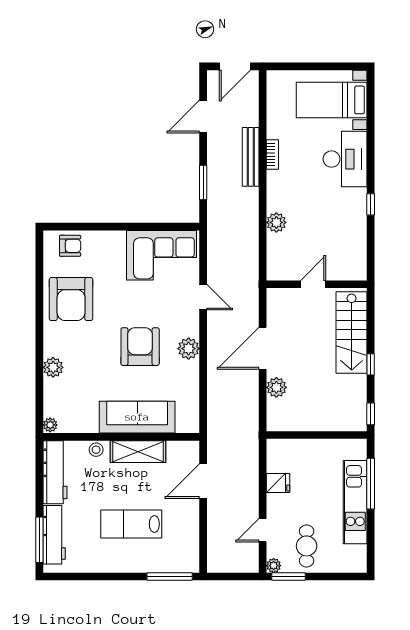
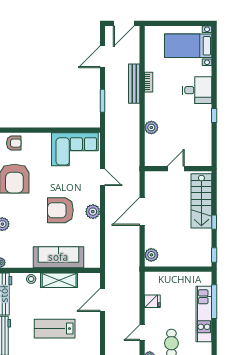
desk: (345, 159) -> (197, 90), width x0.73
armchair: (140, 347) -> (60, 210), turned -90
plant: (276, 387) -> (151, 255), moved

